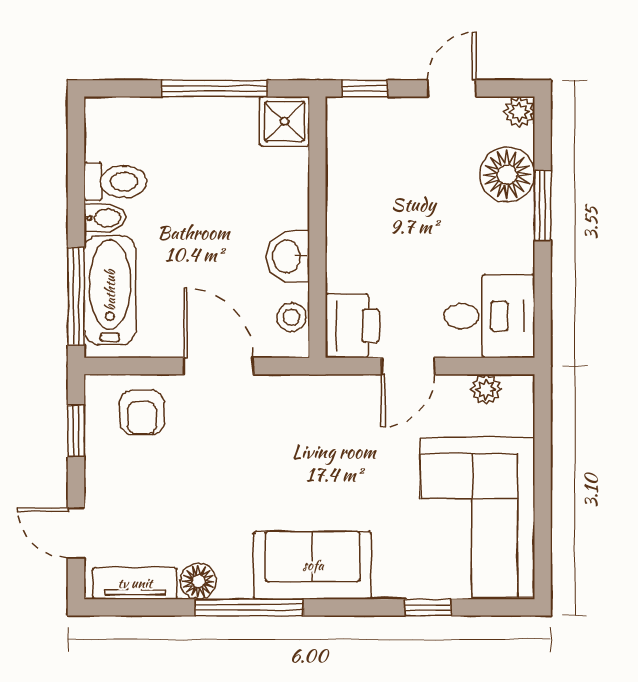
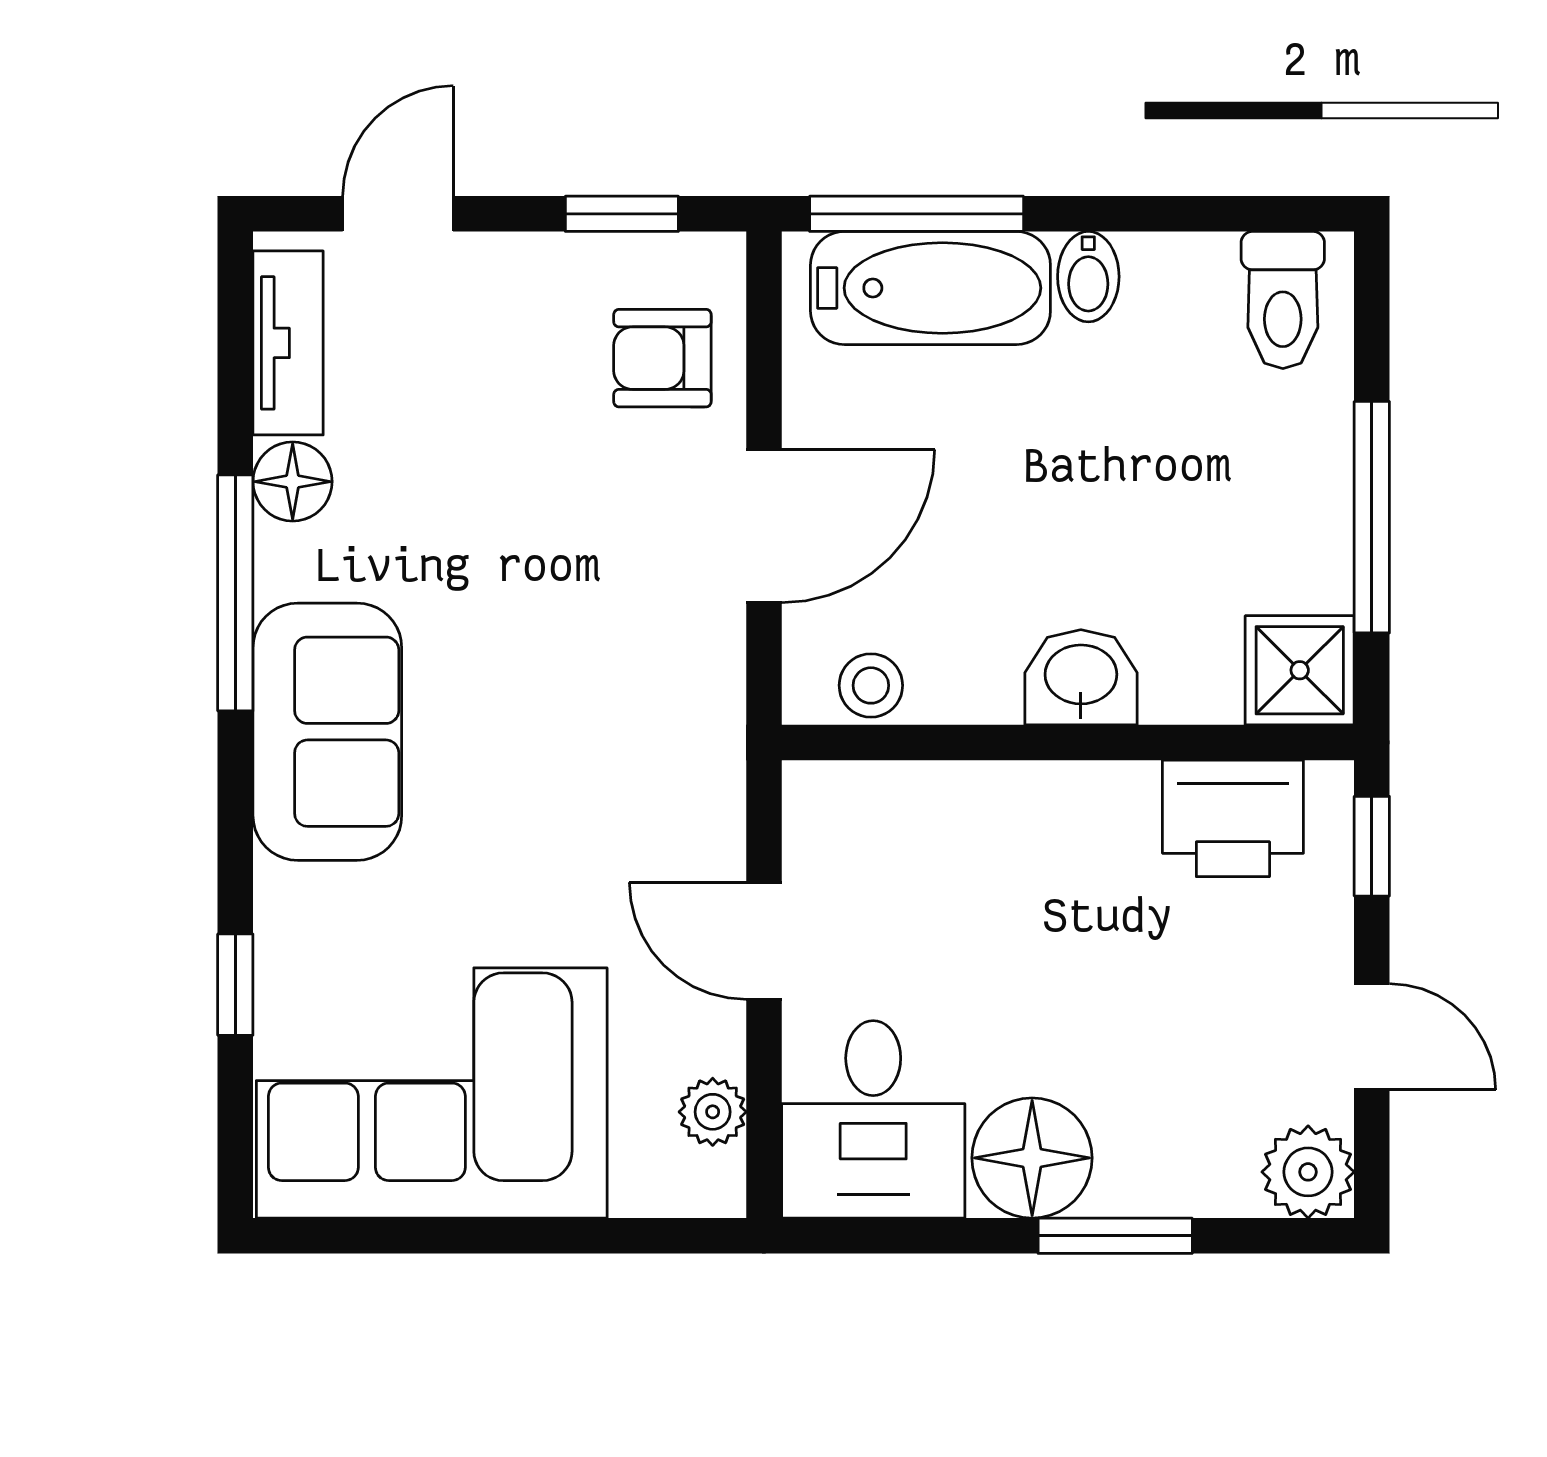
plant: (519, 112) -> (1308, 1172), width x1.38, depth x1.38
floor lamp: (507, 174) -> (1032, 1158), moved
toilet: (115, 182) -> (1283, 300), moved
washbasin: (288, 256) -> (1081, 677), moved
printer: (352, 326) -> (1233, 818), moved

